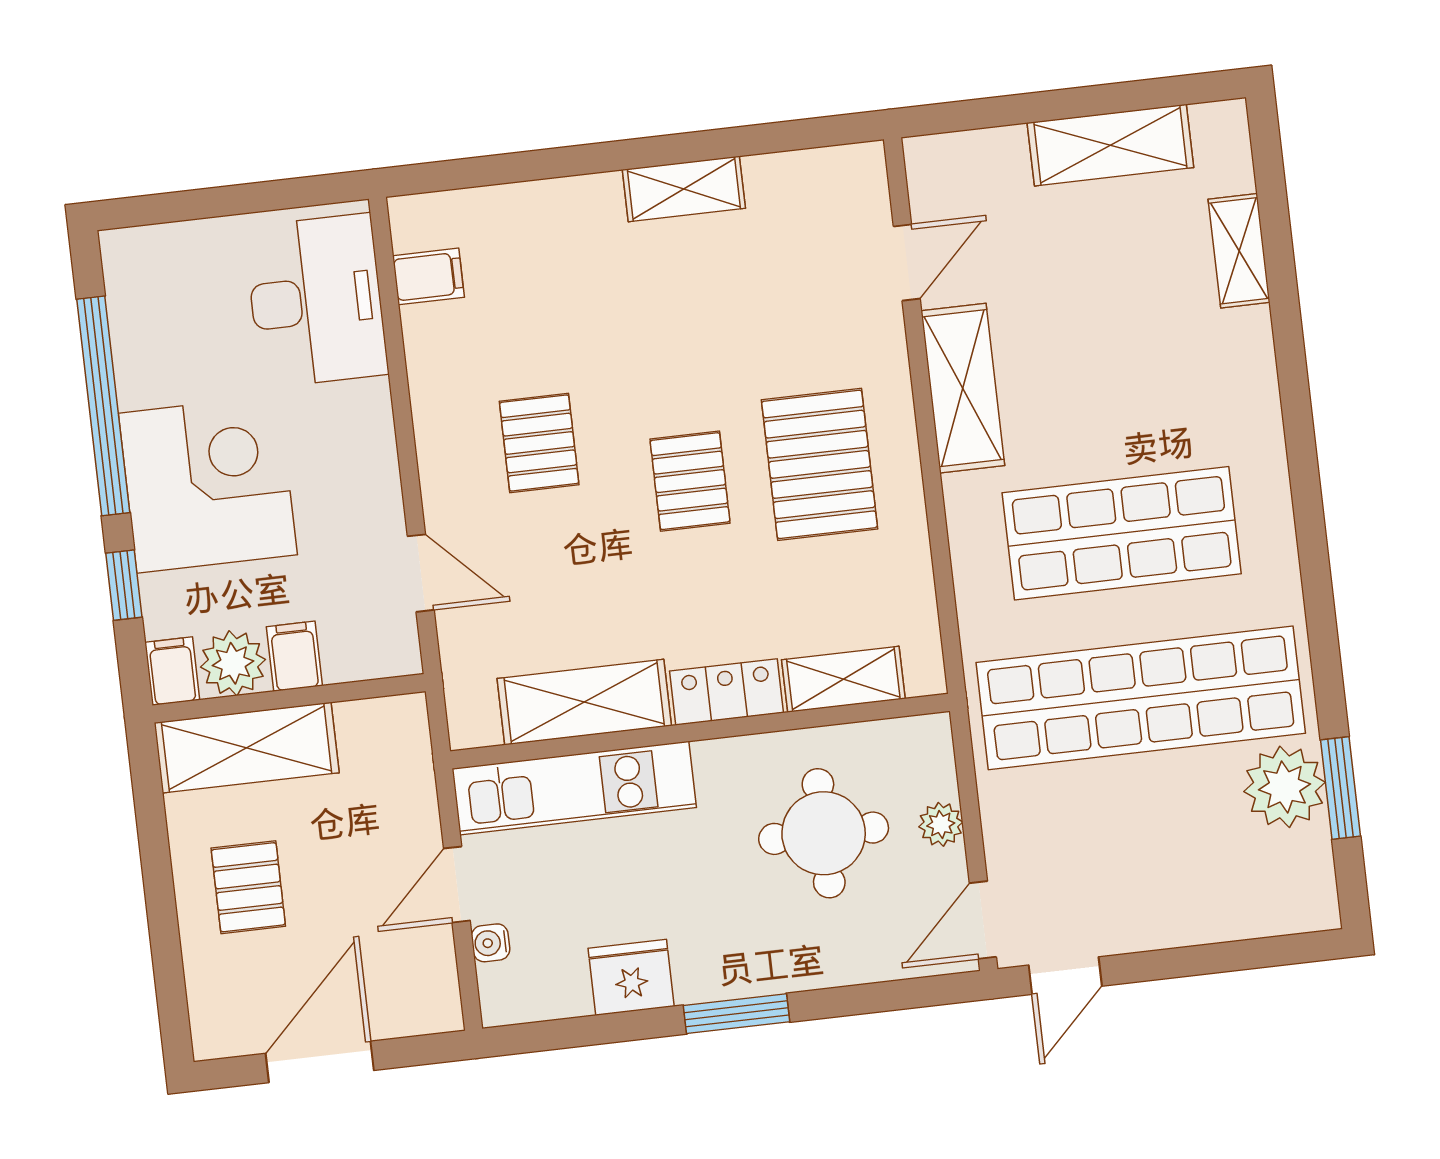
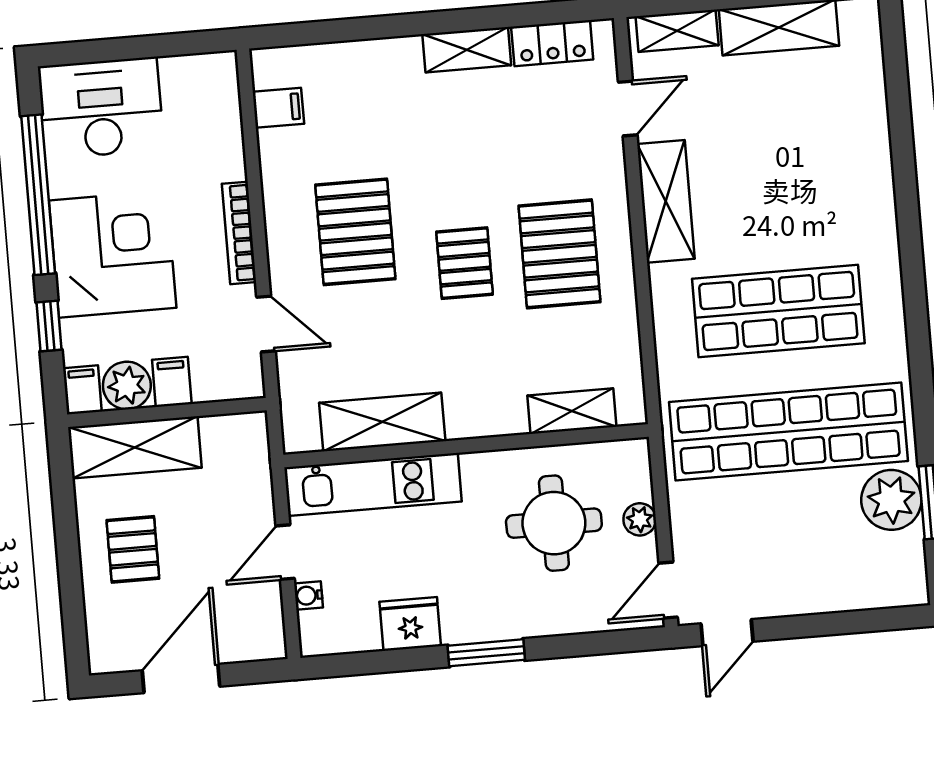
shelving: (1239, 251) -> (677, 31), moved, turned 90
desk: (316, 301) -> (101, 108), moved, turned -90
pallet: (539, 443) -> (355, 232), width x1.50, depth x1.42
bookcase: (380, 450) -> (239, 233), added
locker: (726, 692) -> (552, 43), moved, turned 180

